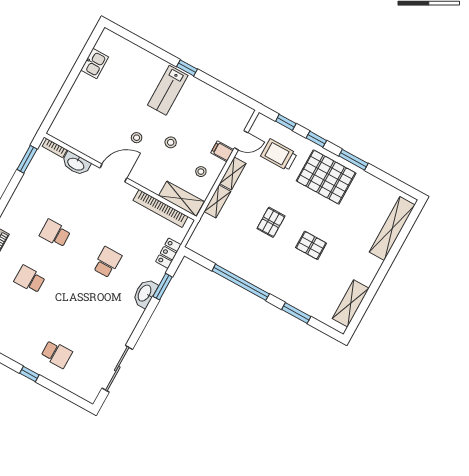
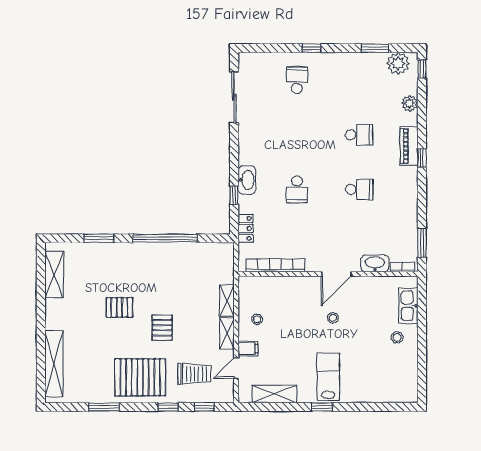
kitchen sink: (95, 63) -> (408, 306), moved, width x1.38
stool: (171, 142) -> (397, 337), moved
window: (353, 160) -> (104, 407), moved
shelving: (181, 199) -> (274, 394), moved
pallet: (271, 222) -> (162, 328), moved
window: (163, 287) -> (234, 195), width x0.67
school desk: (57, 354) -> (297, 80), turned 90

